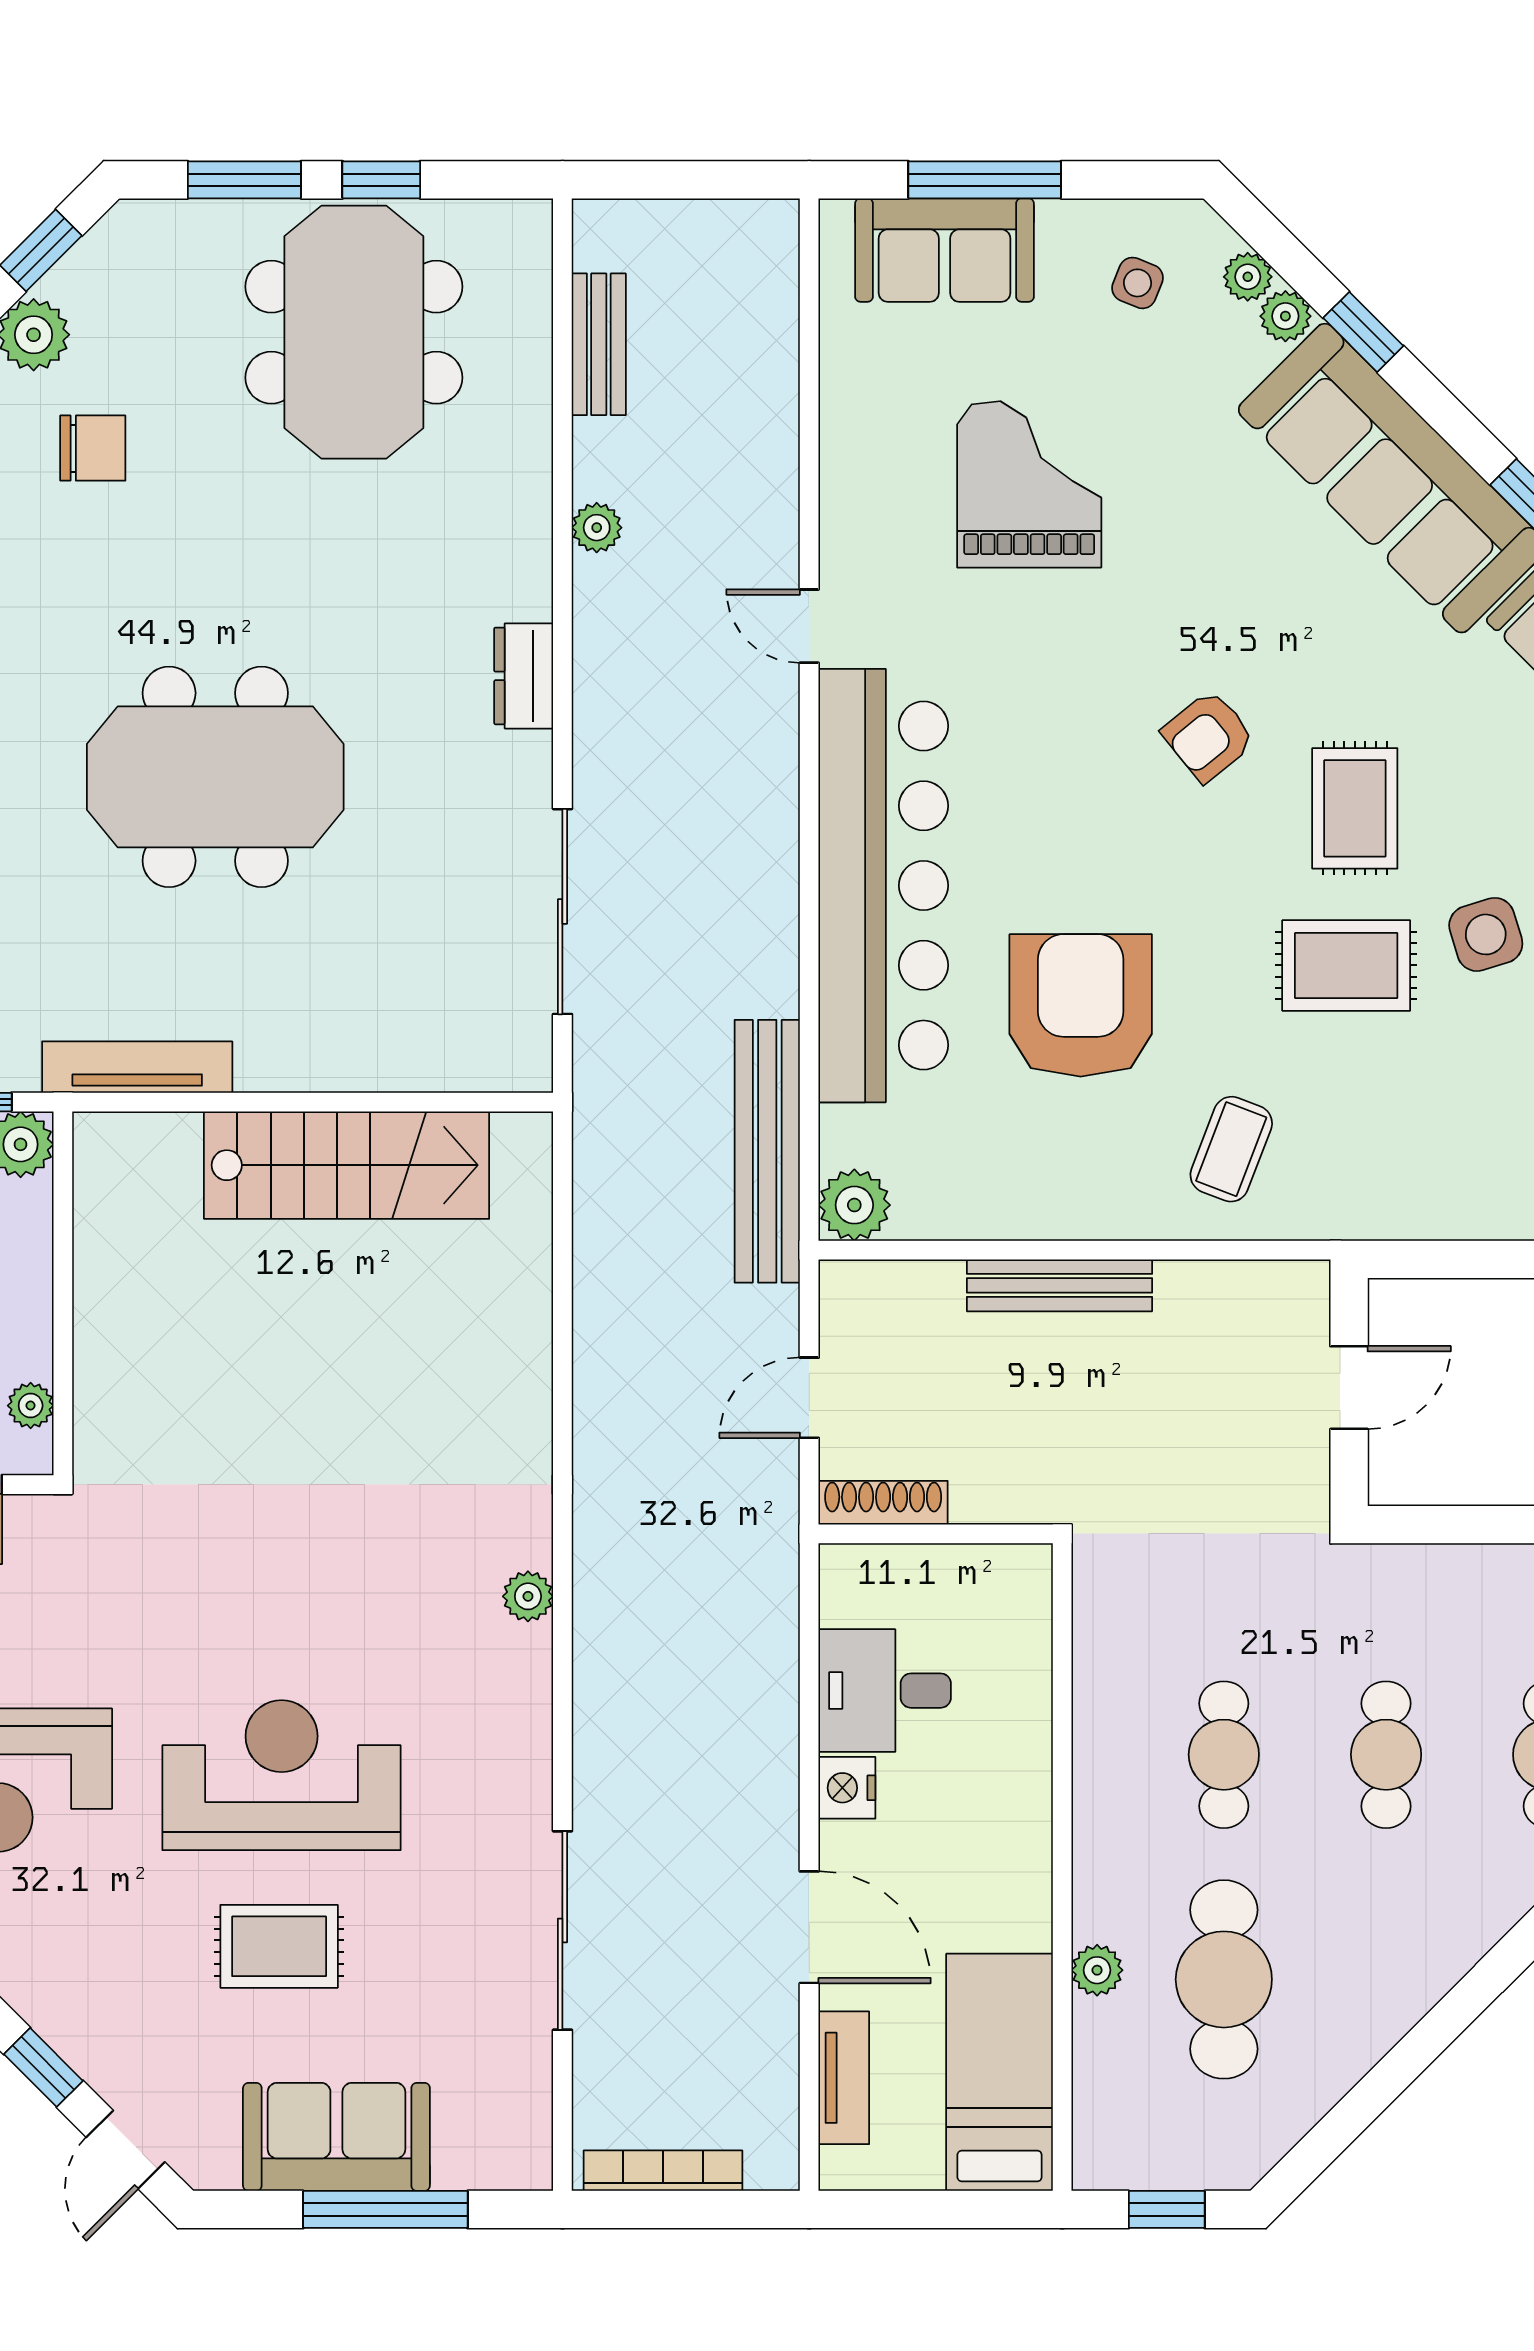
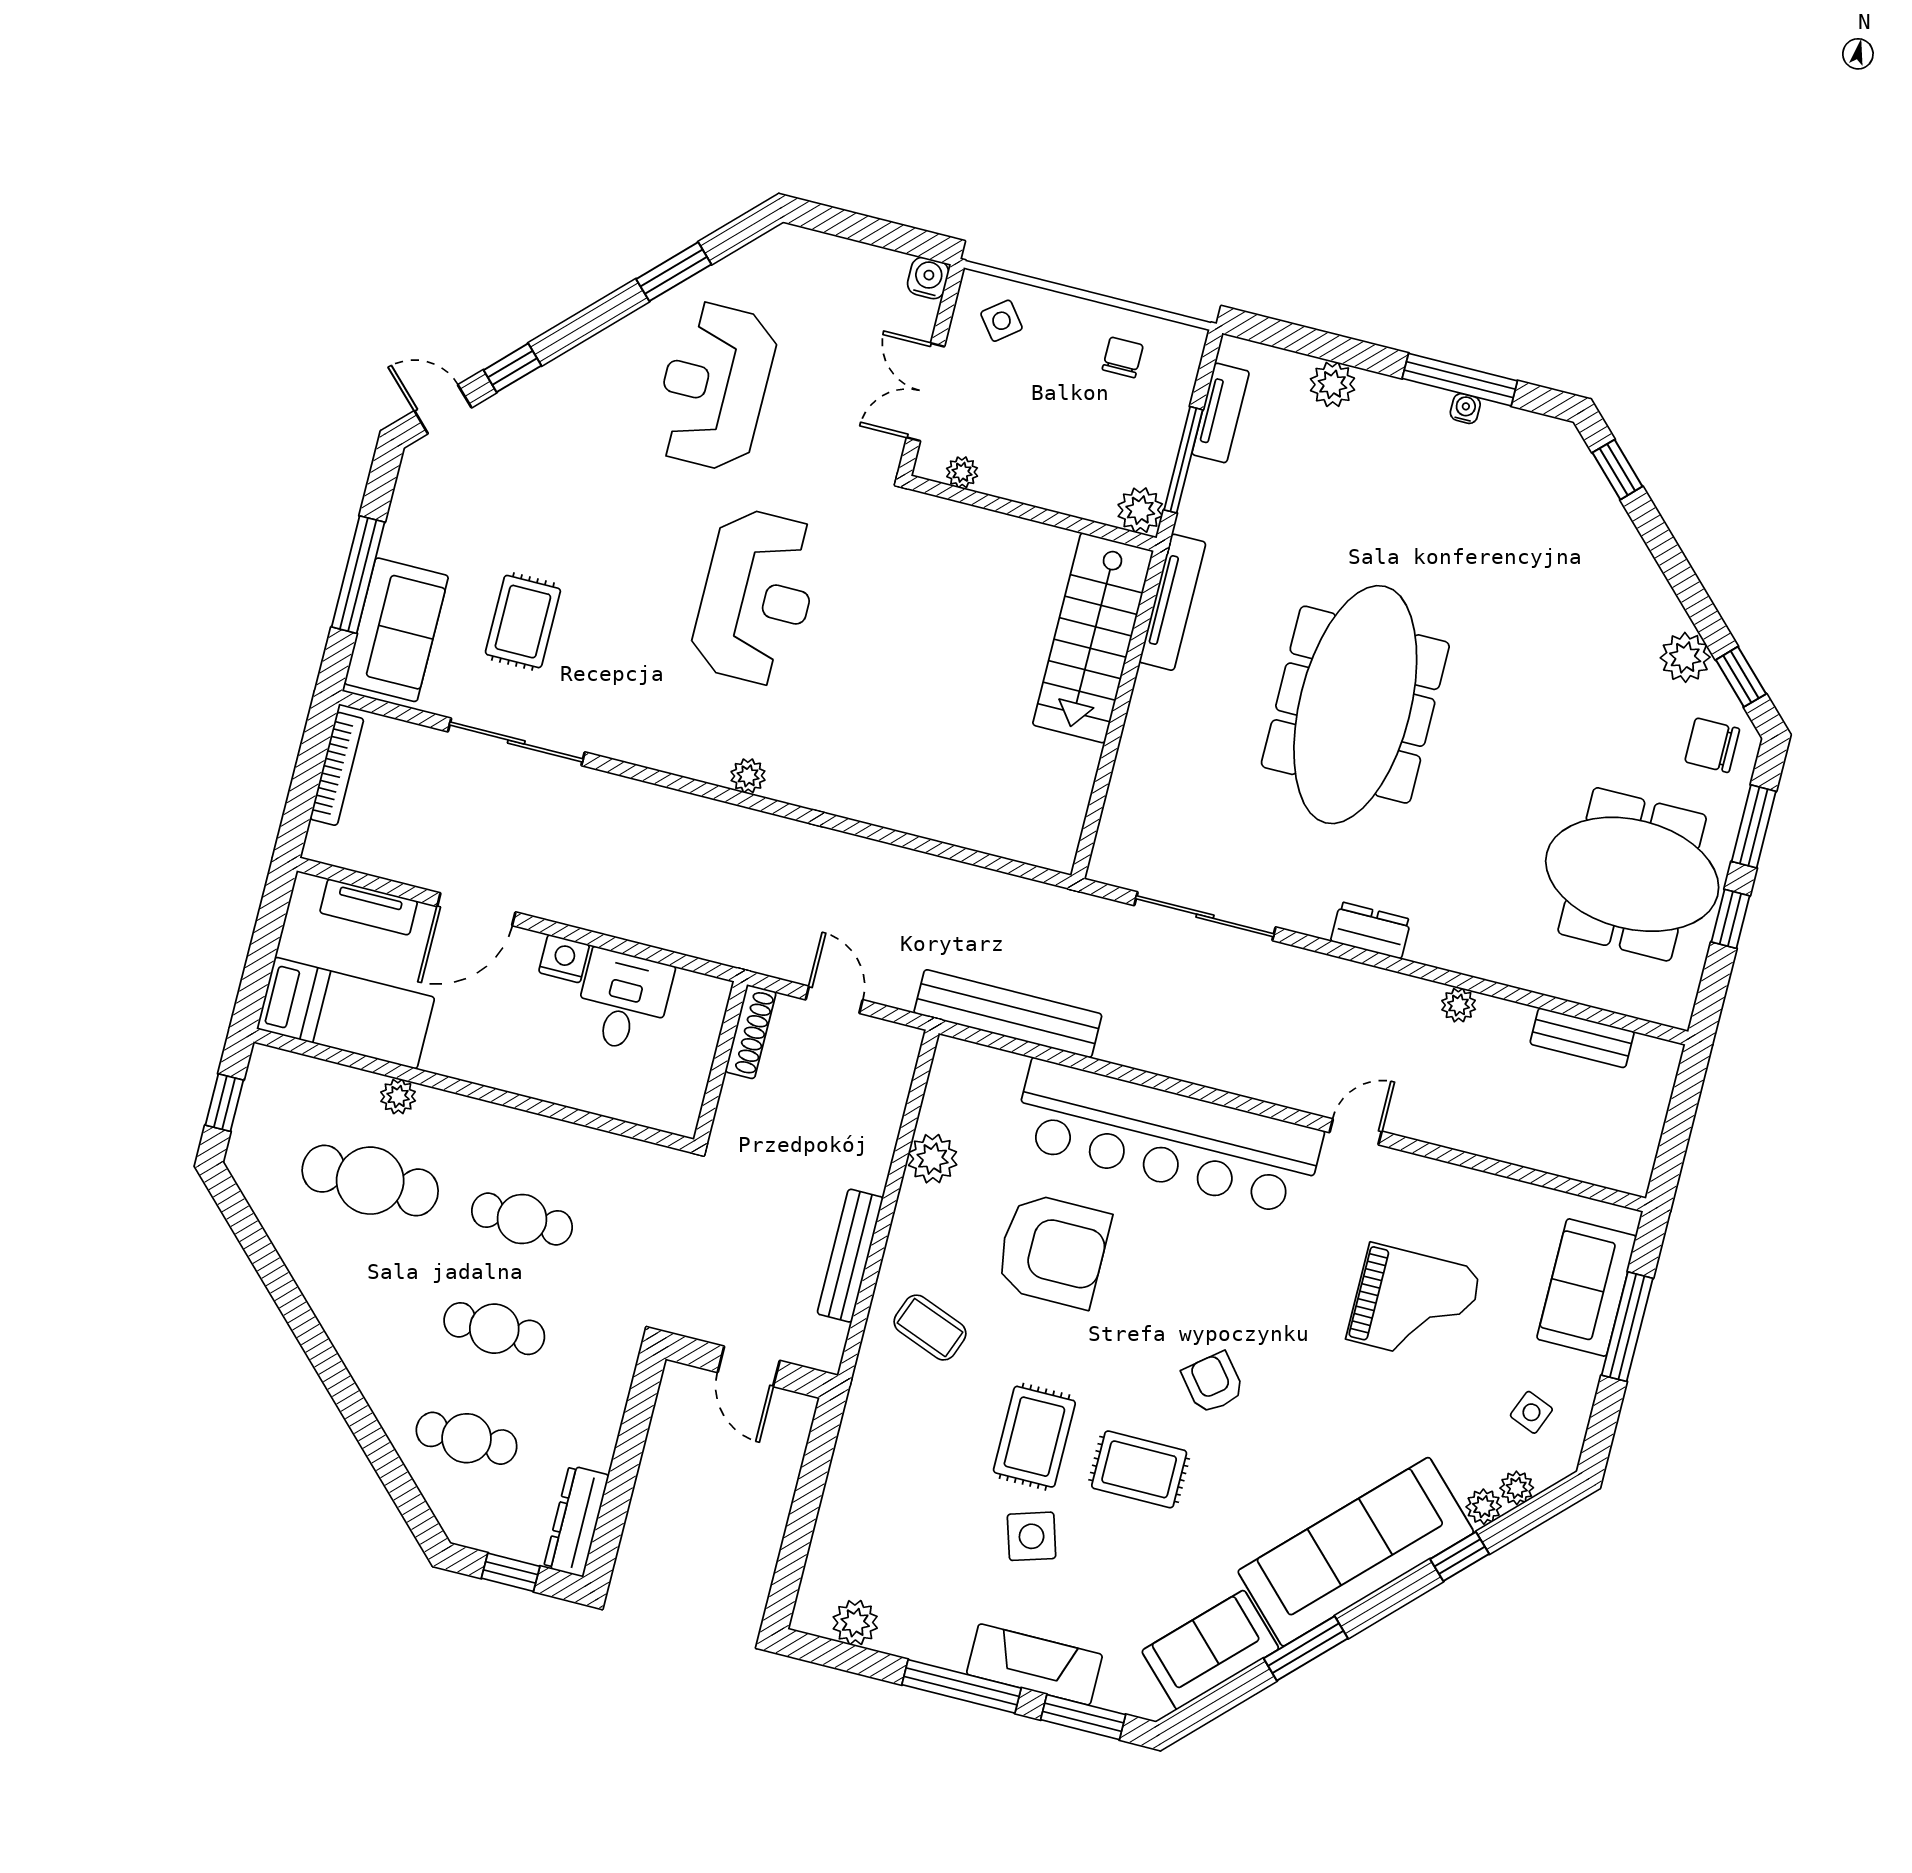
chair: (93, 448) -> (1712, 745), moved, turned 90
meeting table: (215, 777) -> (1355, 705), width x1.36
stairs: (347, 1165) -> (1093, 638), moved
plant: (854, 1205) -> (933, 1159), moved
bench: (1059, 1285) -> (850, 1256), moved
reception desk: (282, 1775) -> (756, 597), moved
rug: (279, 1946) -> (523, 622), moved
sofa: (336, 2137) -> (396, 630), moved

